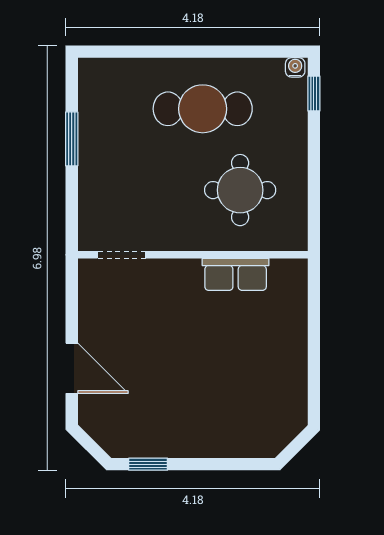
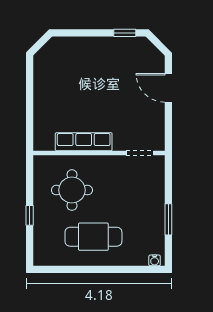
water cooler: (295, 67) -> (155, 260), moved
window: (314, 93) -> (30, 215), moved
row of seats: (236, 274) -> (84, 142), width x1.48

